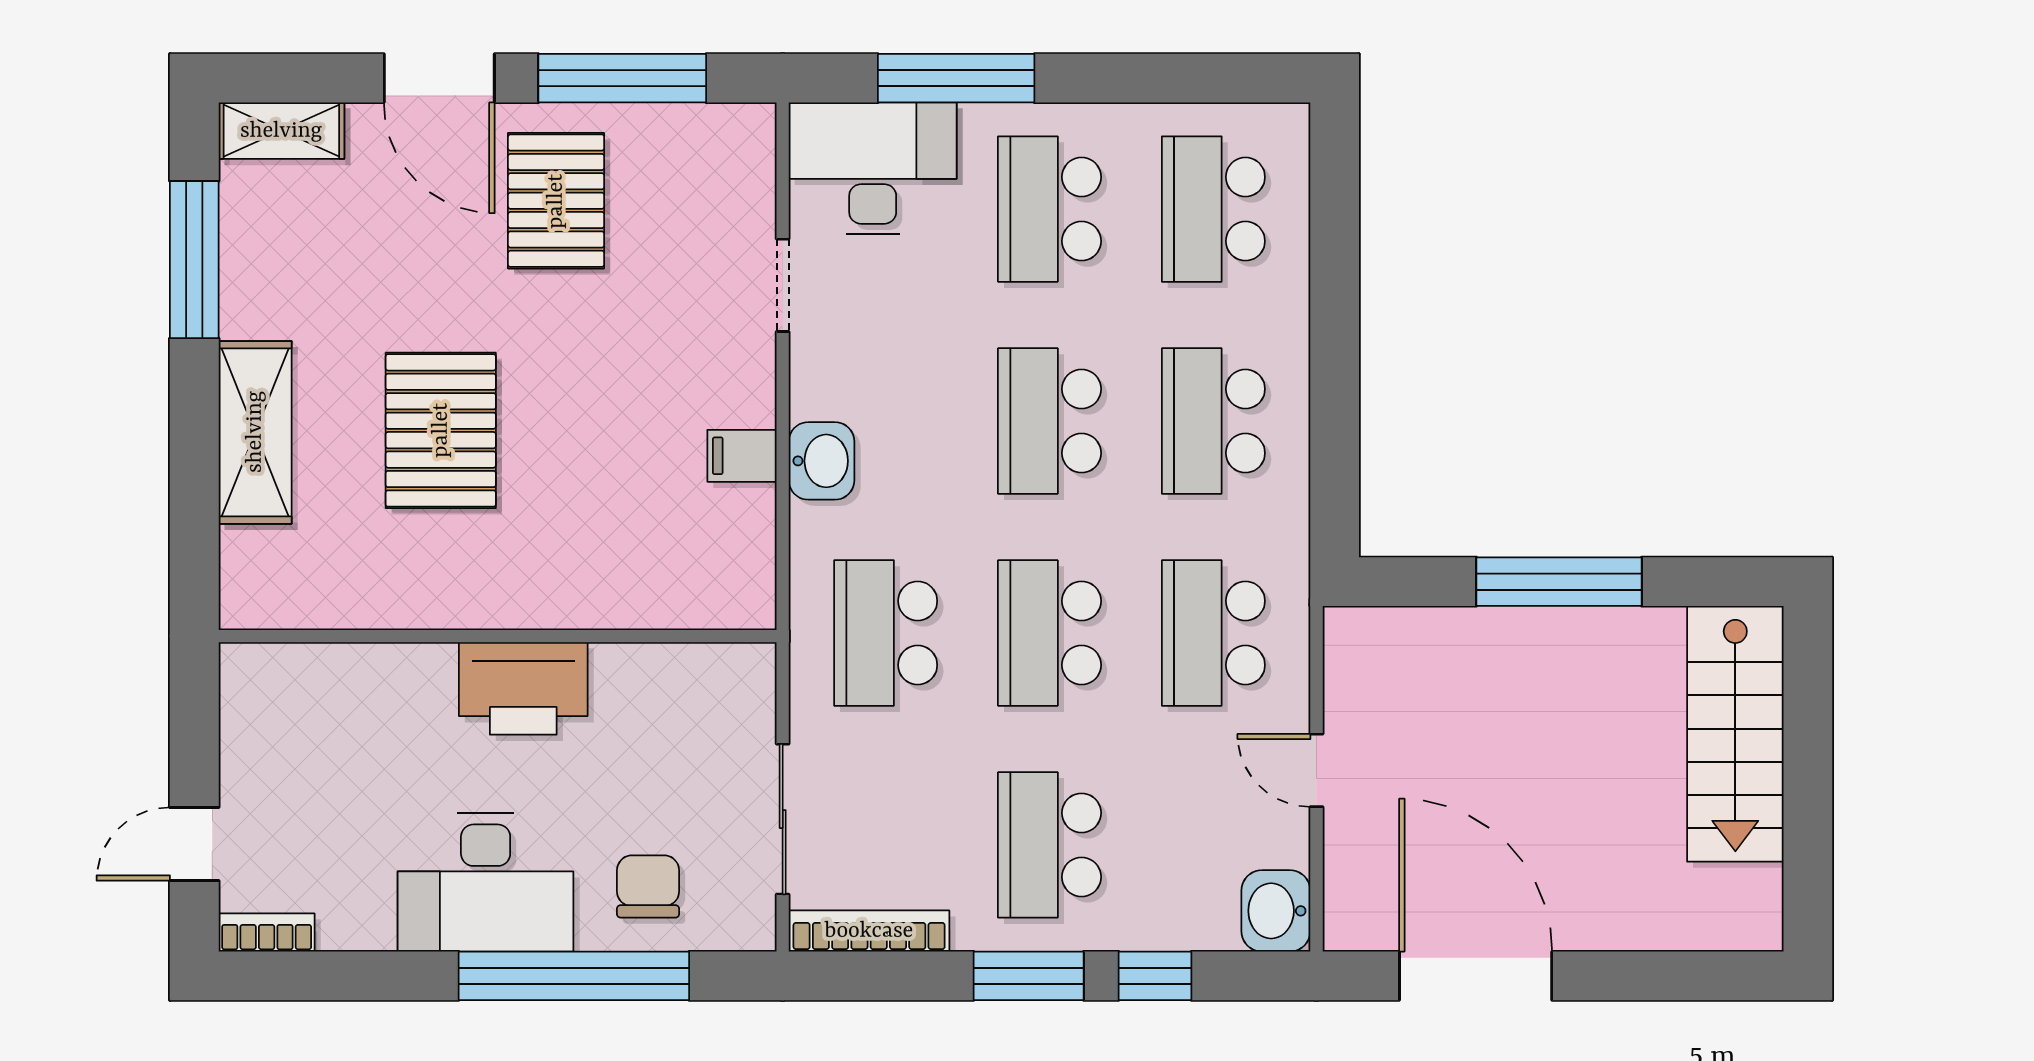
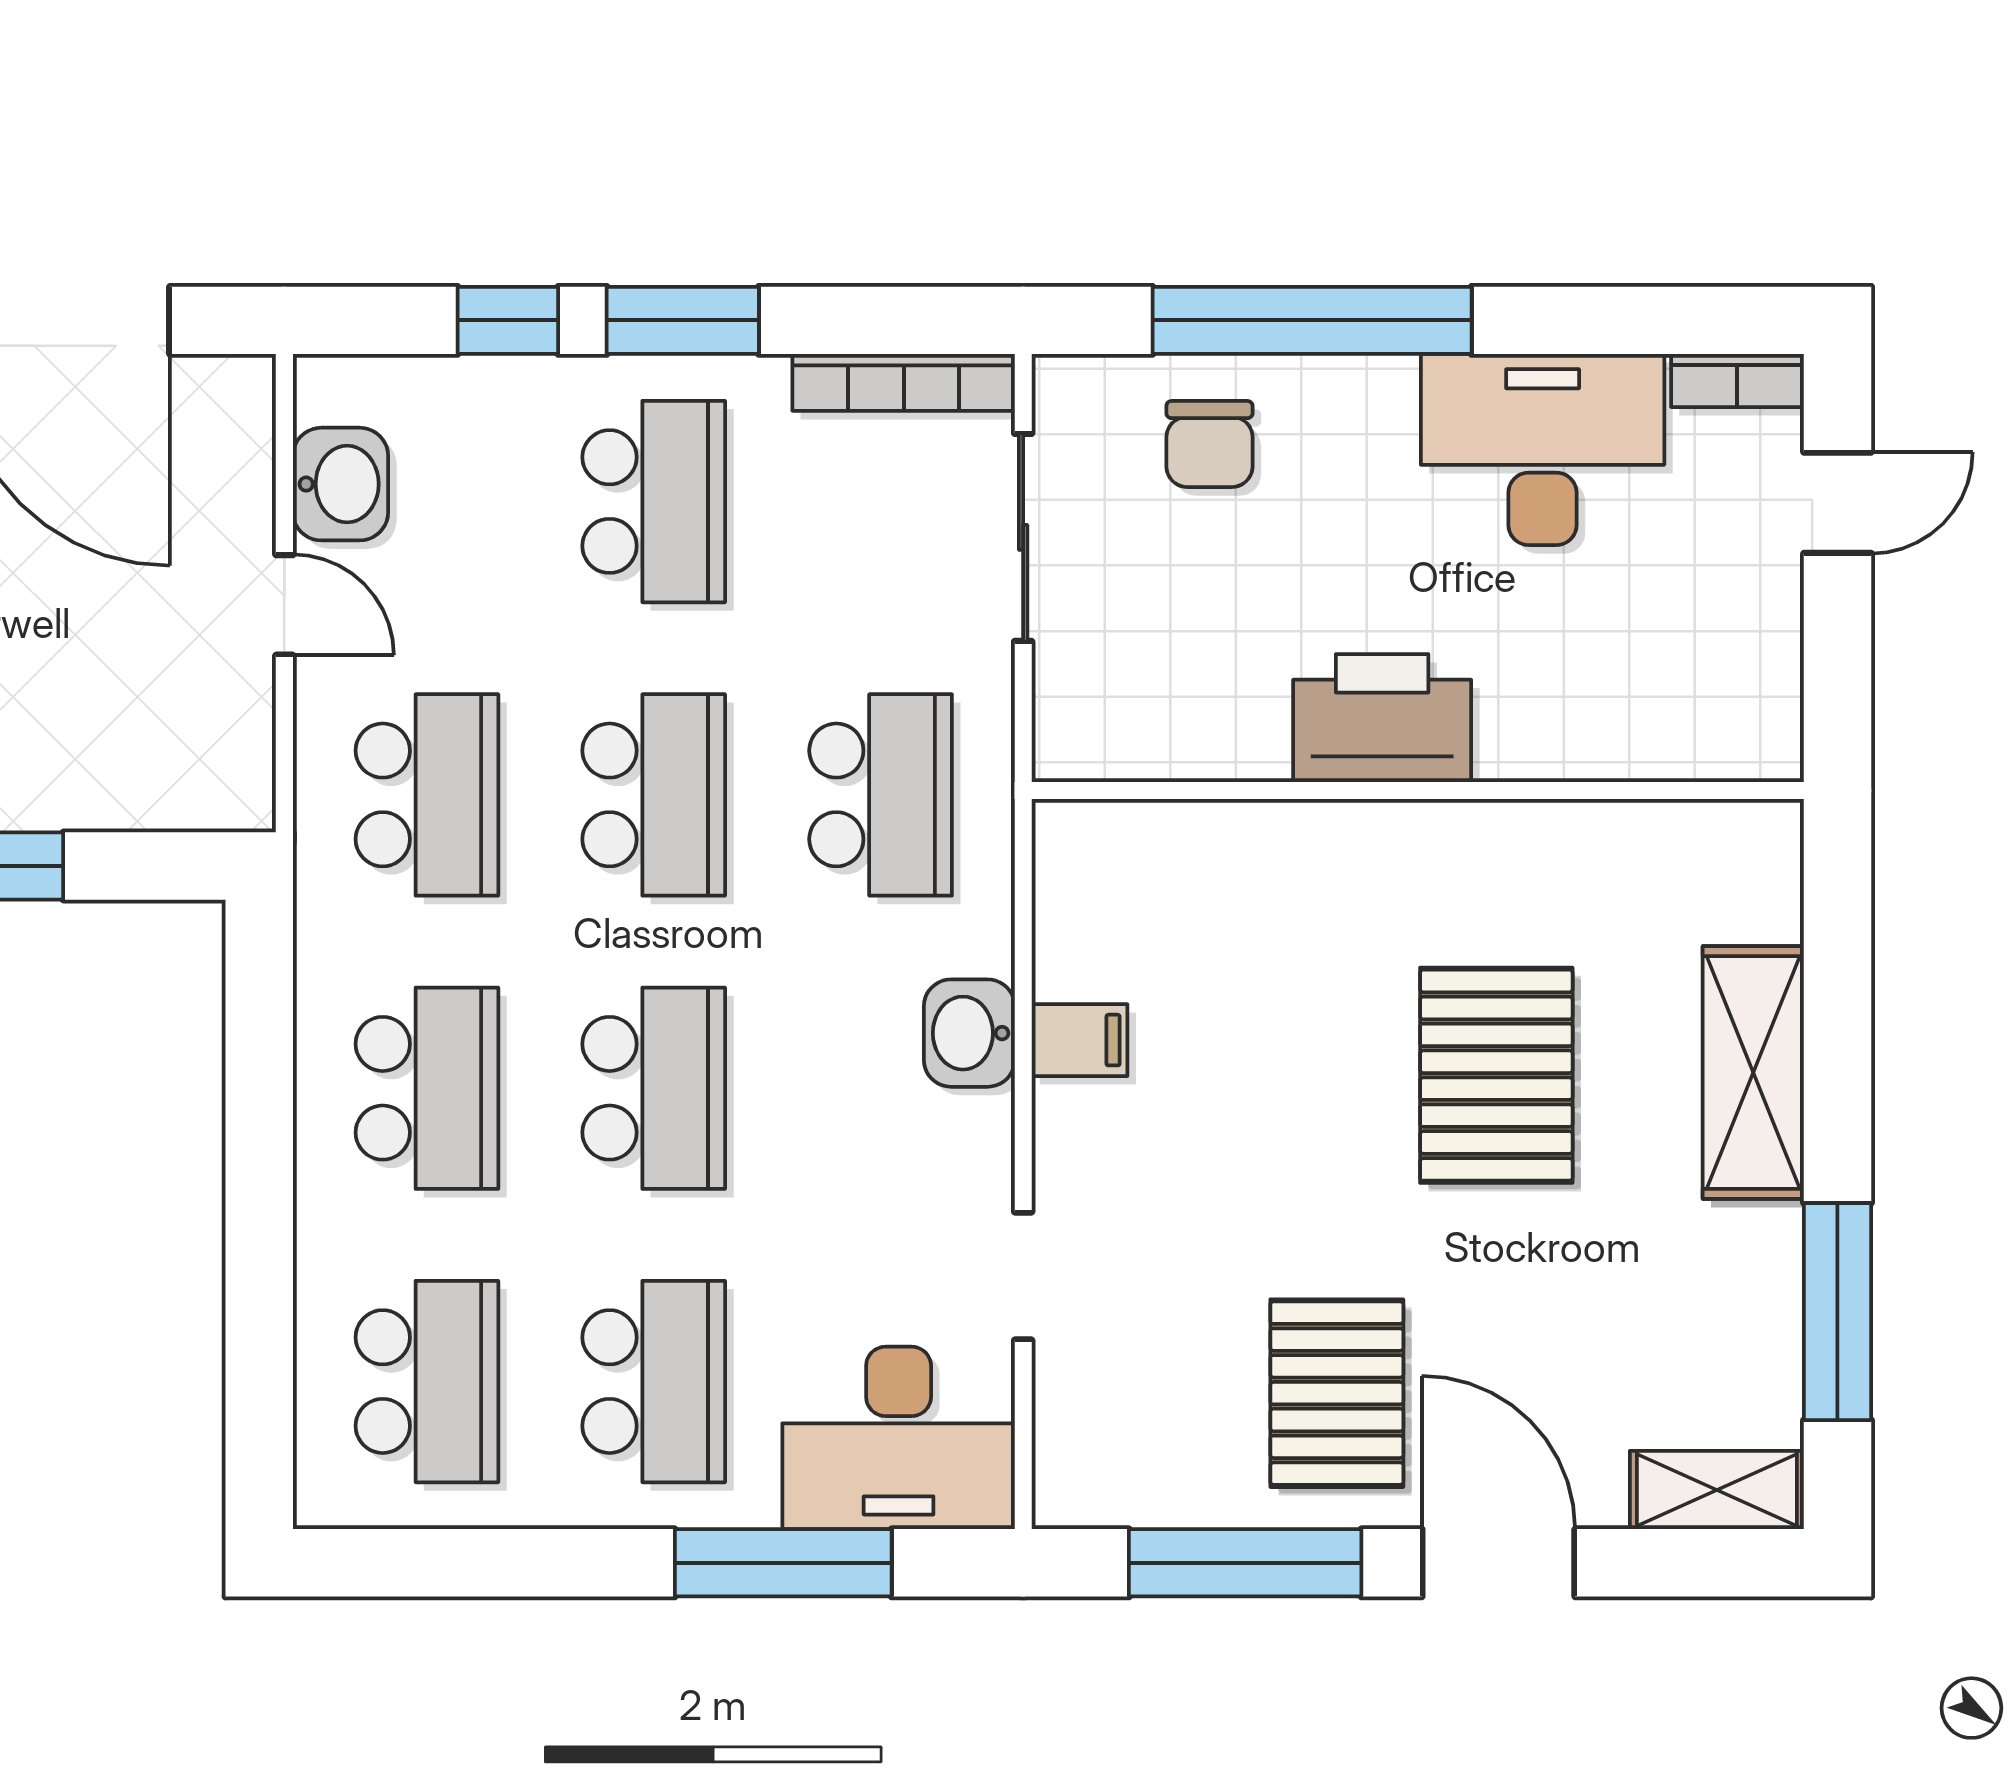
desk: (486, 883) -> (1543, 450), moved
washbasin: (1276, 911) -> (340, 484), moved

